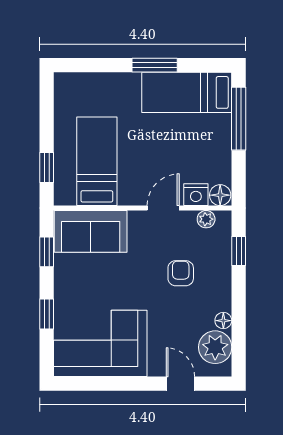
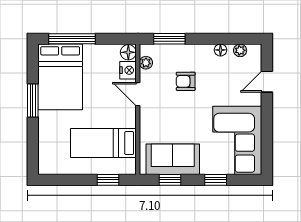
bed: (187, 92) -> (60, 77), width x1.50
sofa: (91, 231) -> (173, 159), moved, turned -90
window: (239, 251) -> (169, 39), width x1.50
plant: (215, 347) -> (240, 50), width x0.53, depth x0.53

